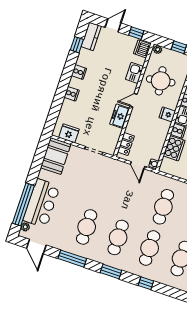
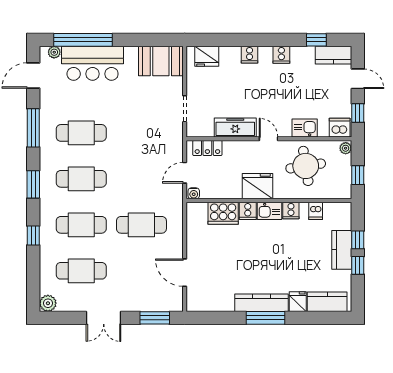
fridge: (167, 114) -> (257, 186), width x1.88, depth x1.34
freezer: (120, 116) -> (235, 127), width x1.40
fridge: (69, 133) -> (207, 56), moved, turned 90

